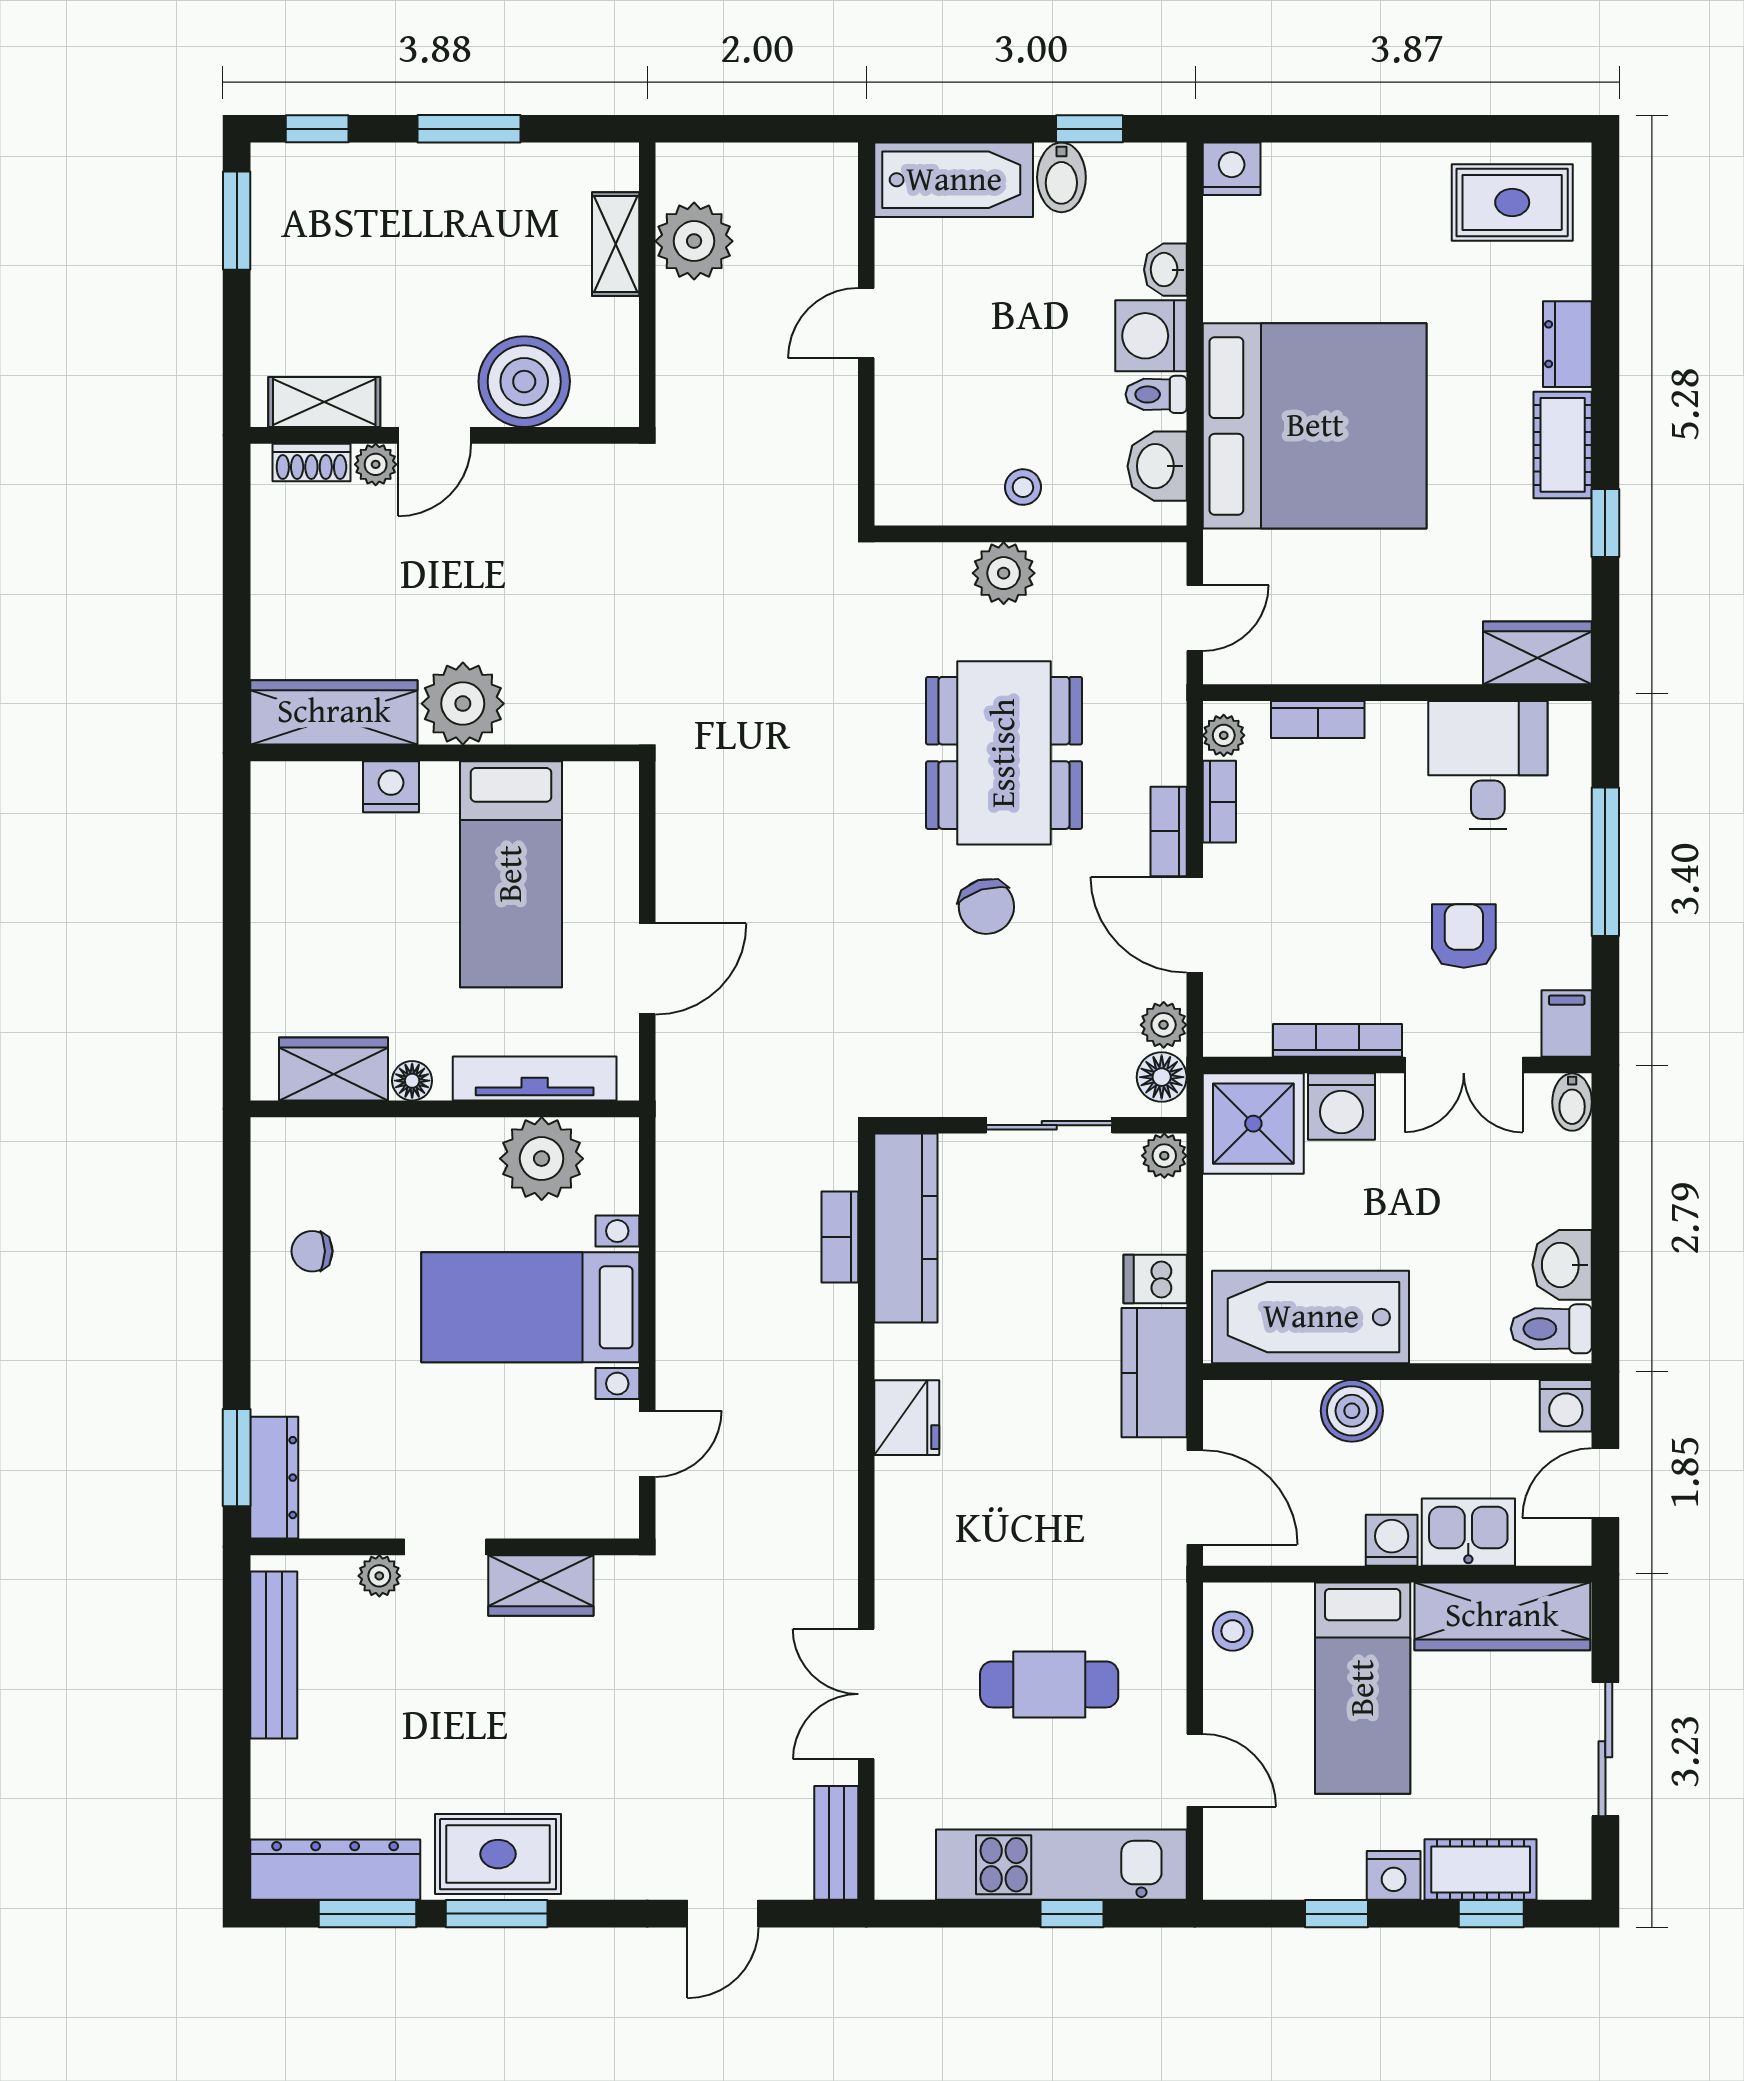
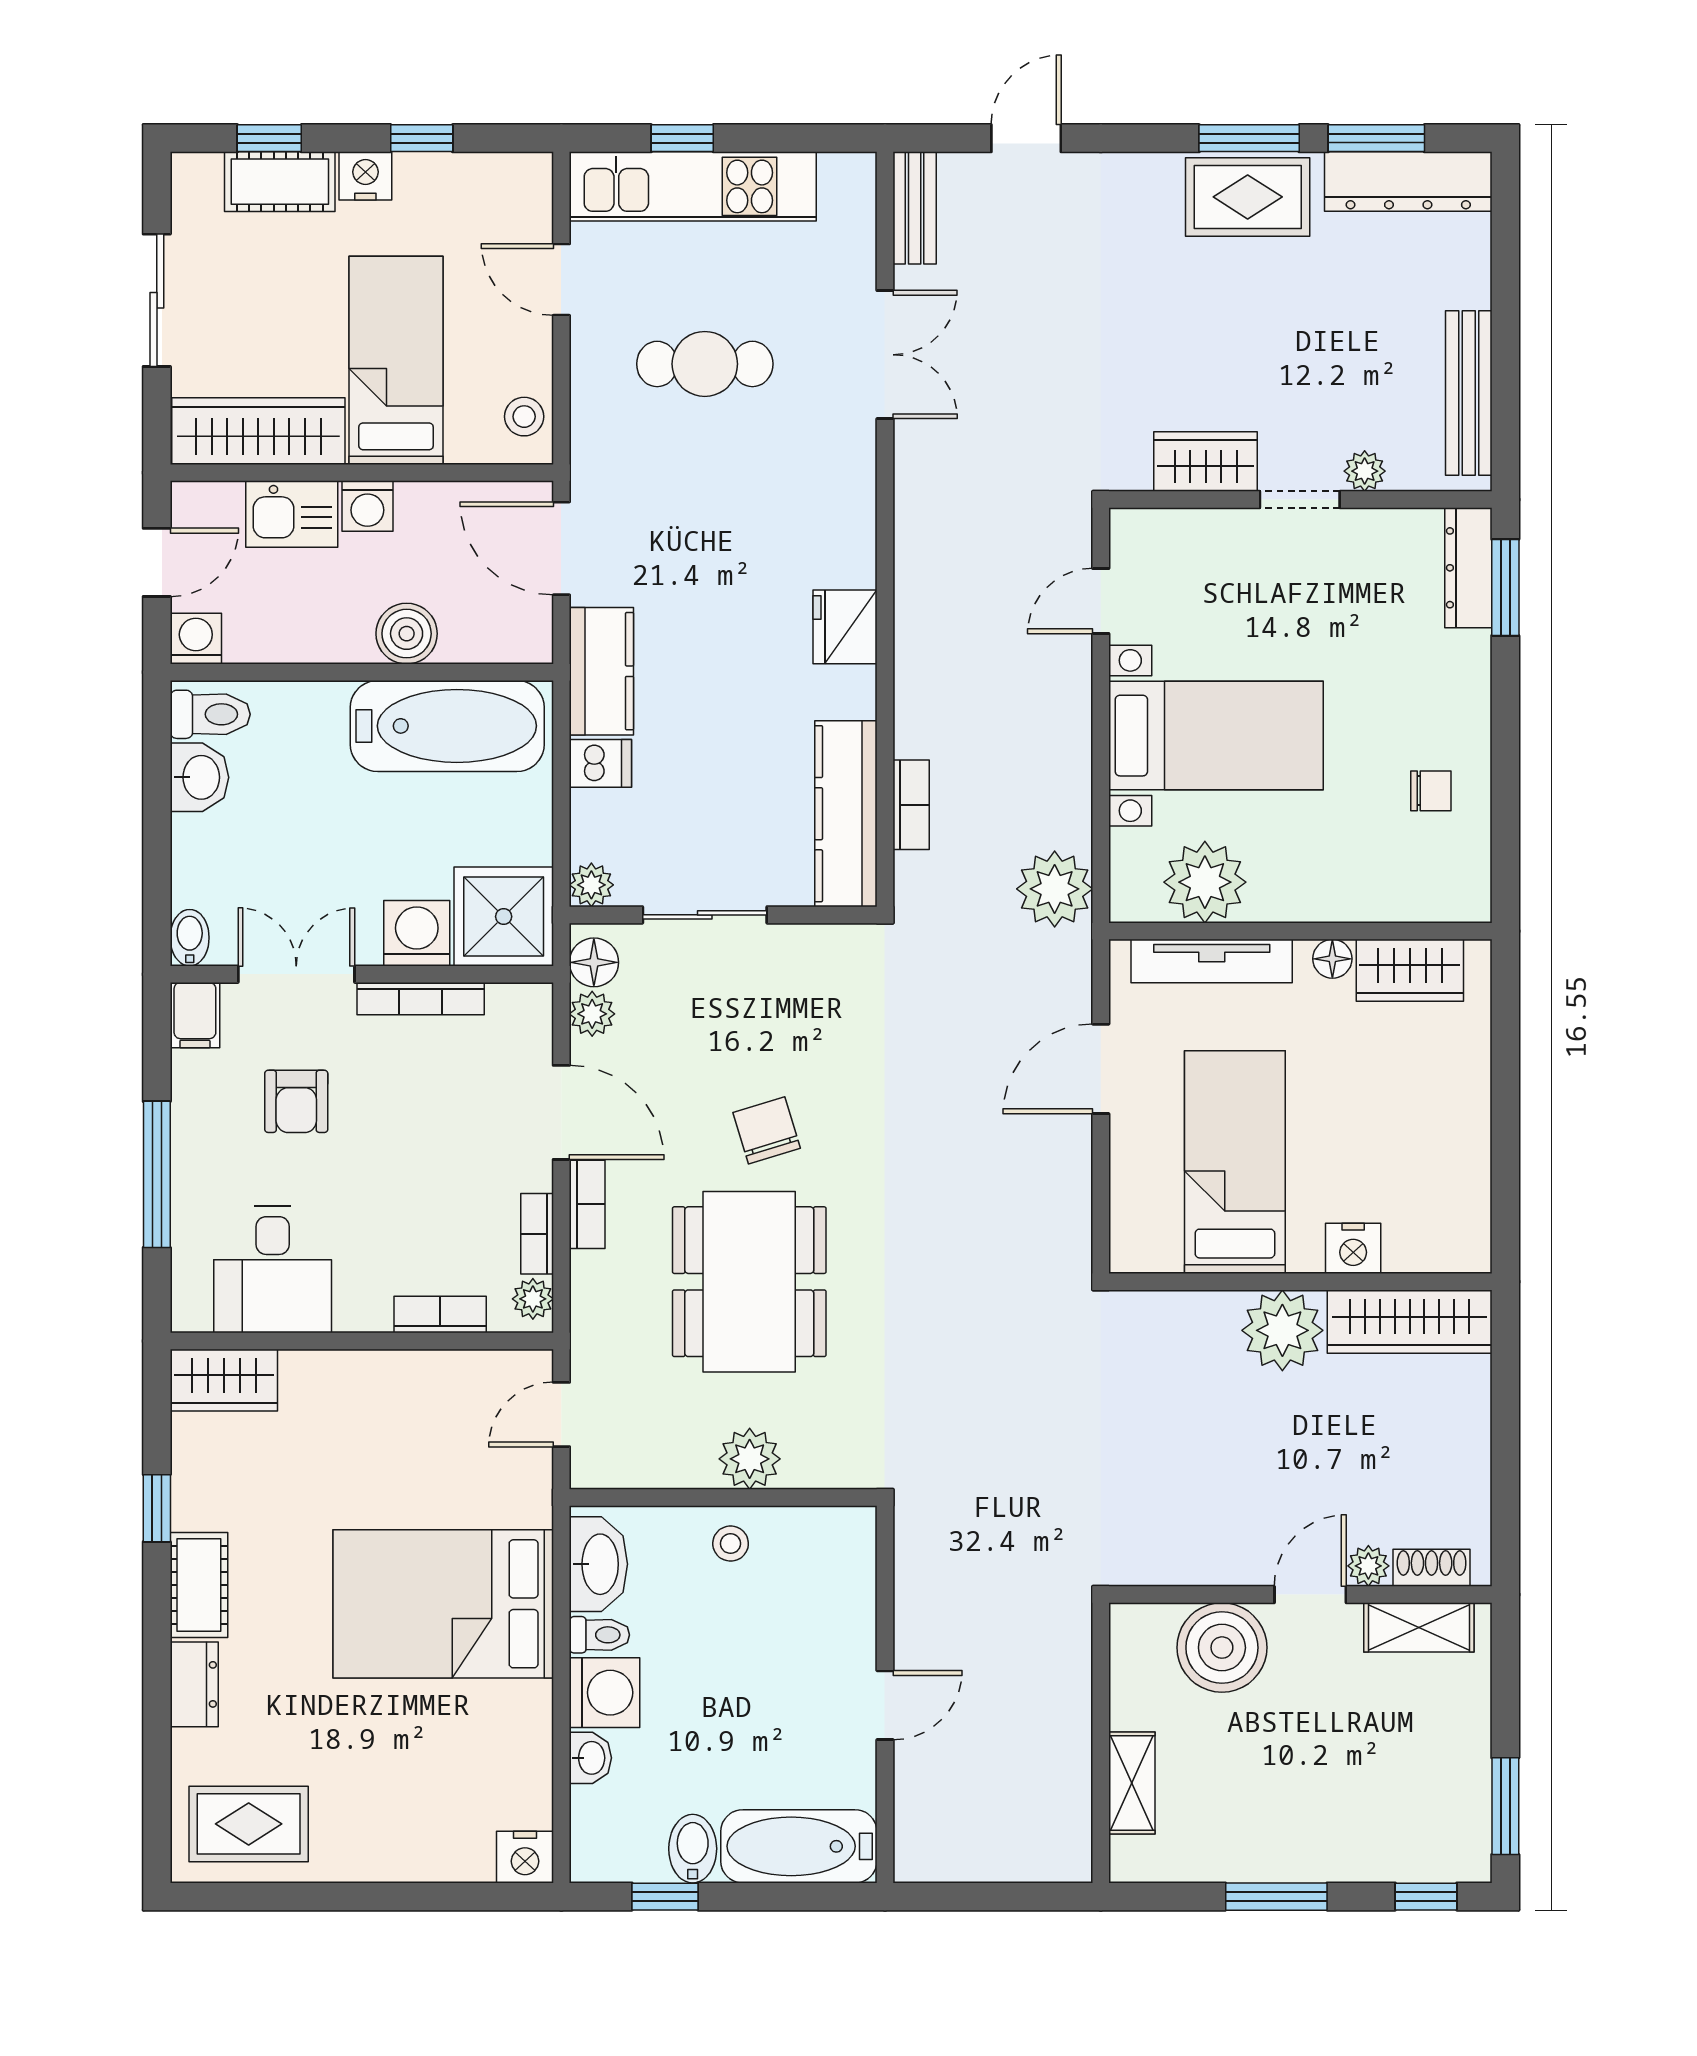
plant: (694, 241) -> (1055, 889), moved
bed: (1315, 426) -> (443, 1604), width x0.73
washbasin: (1157, 466) -> (598, 1564), width x1.38

